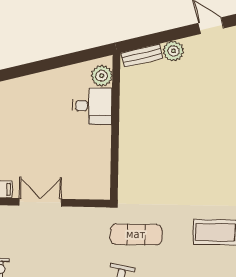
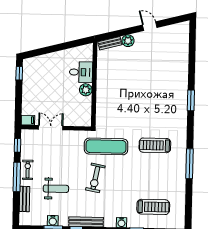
plant: (102, 76) -> (86, 90), moved
exercise mat: (136, 234) -> (106, 146), width x1.36, depth x1.45

